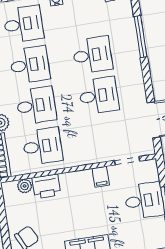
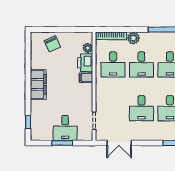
filing cabinet: (101, 177) -> (86, 78), moved

